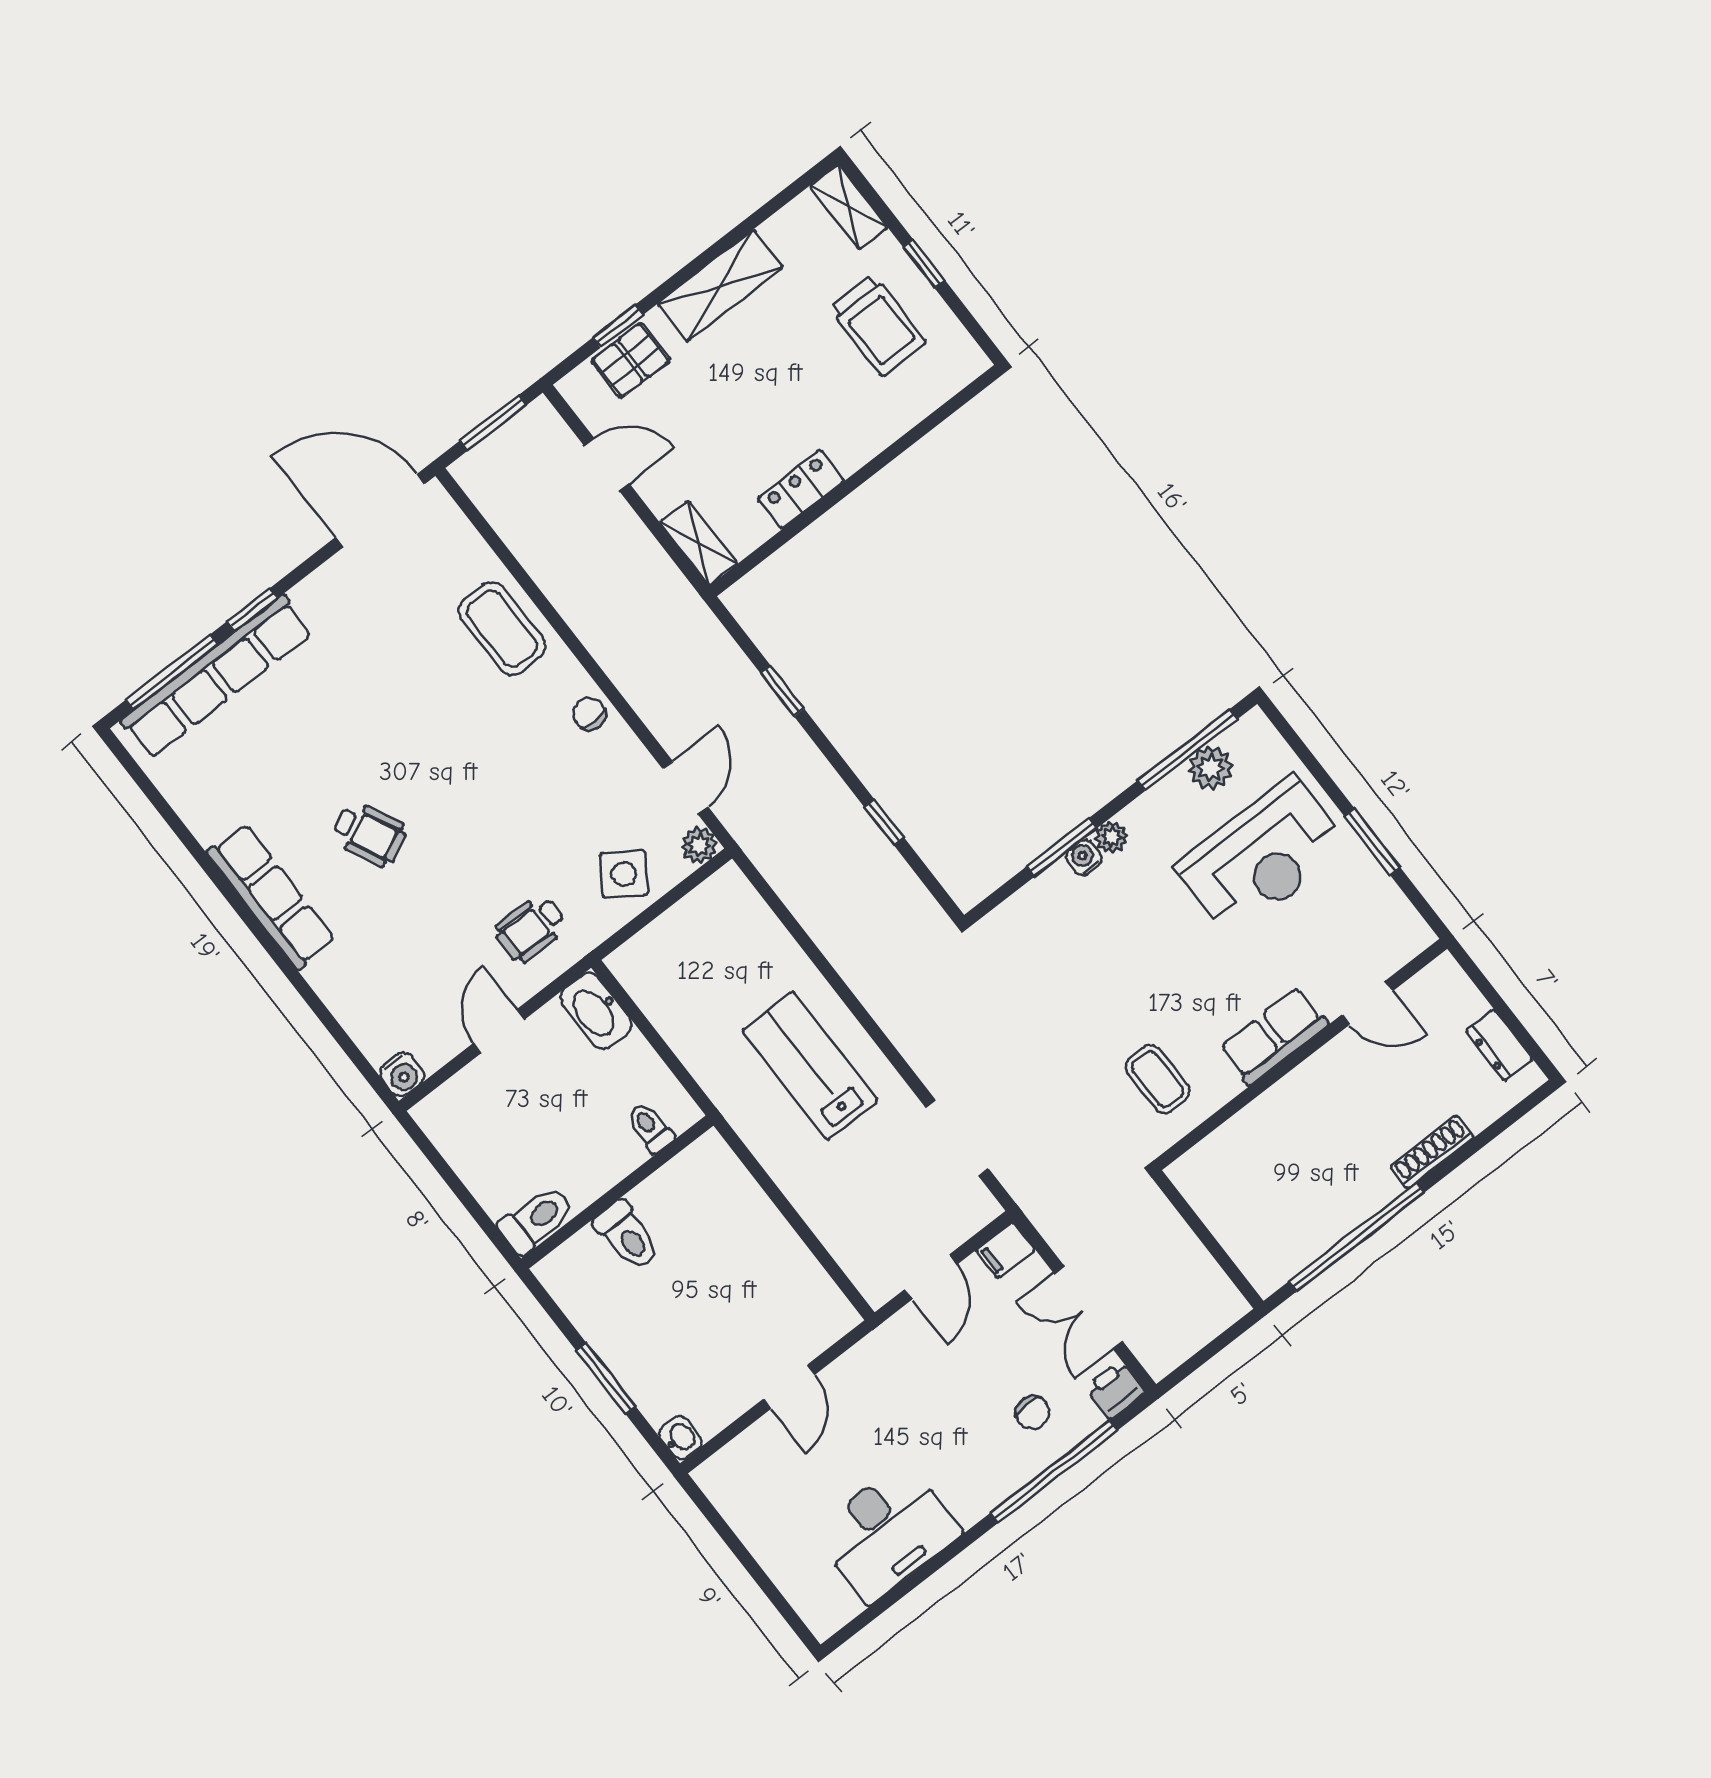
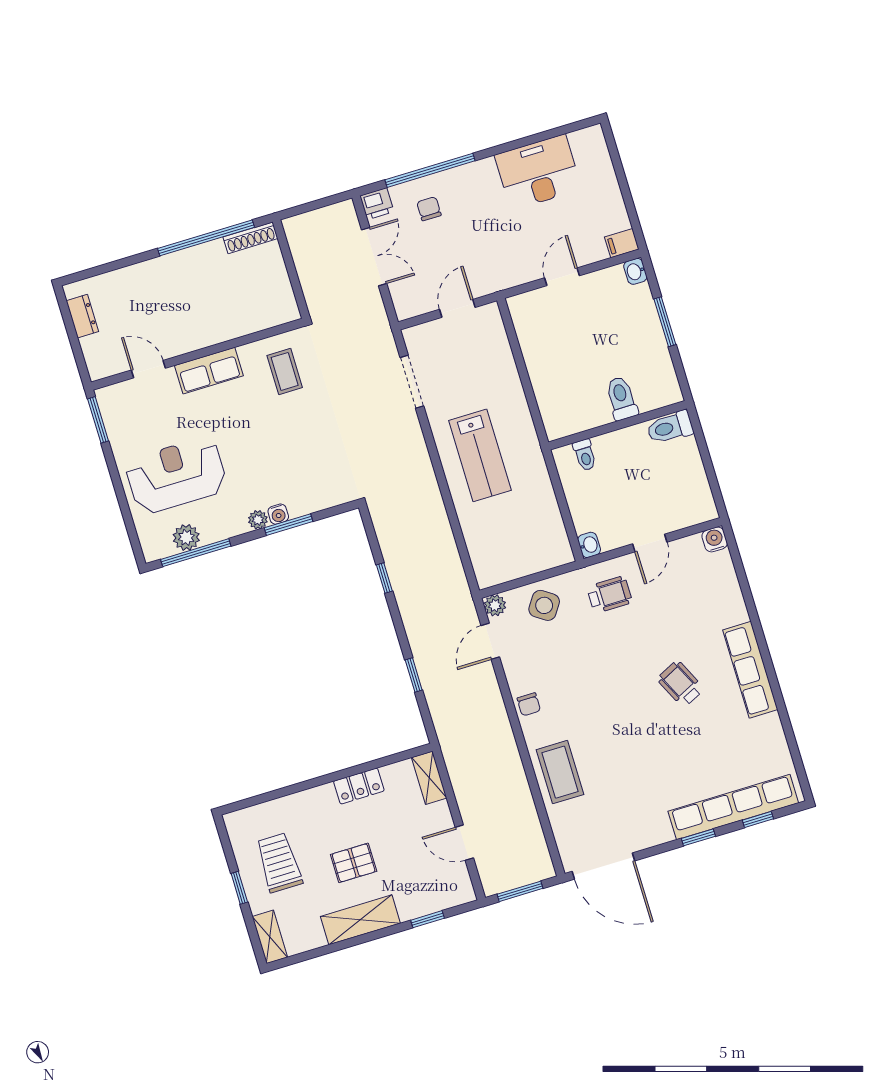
pallet: (631, 360) -> (354, 863), moved
window: (172, 672) -> (758, 819), width x0.46
window: (1372, 842) -> (98, 420), moved
washbasin: (596, 1011) -> (589, 545), width x0.52, depth x0.69
shoe rack: (1432, 1152) -> (250, 238), moved
filing cabinet: (1005, 1250) -> (622, 243), moved, turned 180

